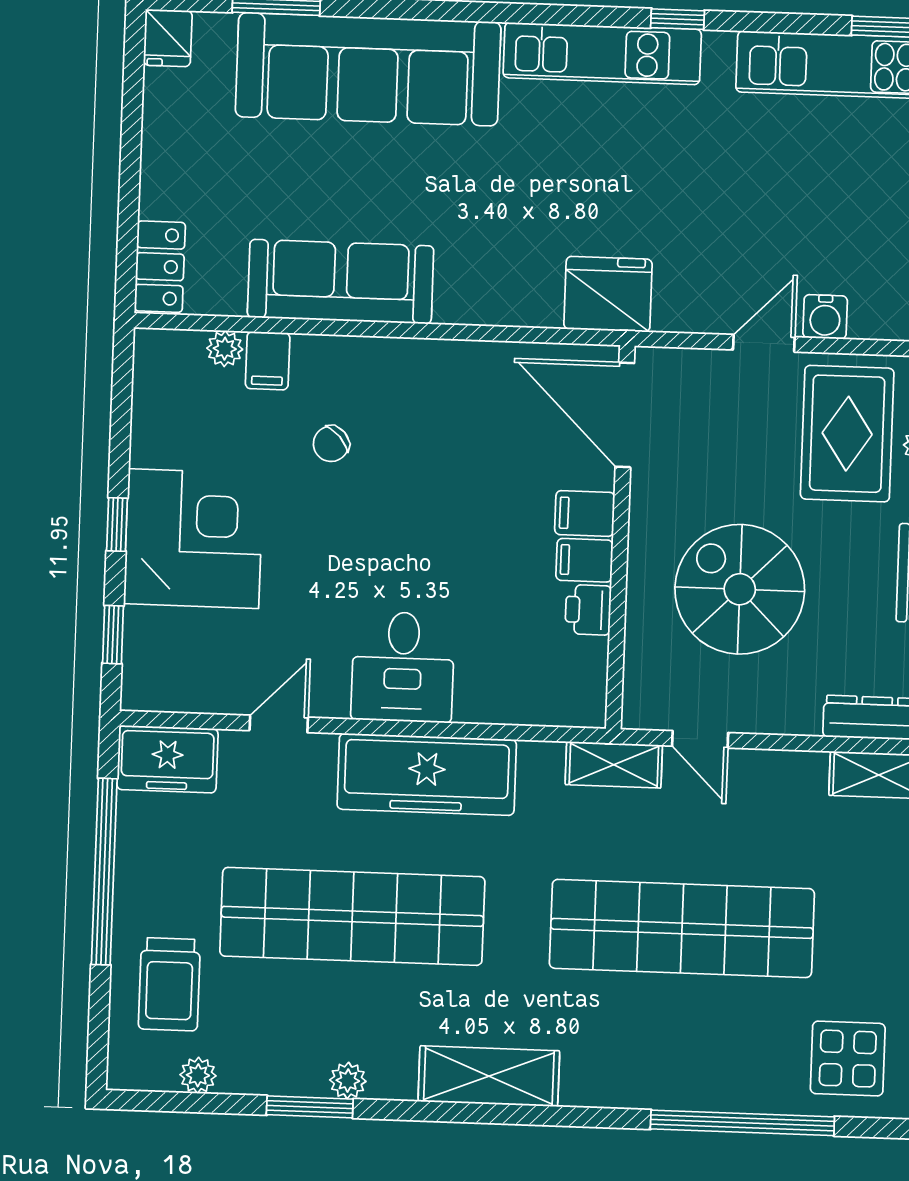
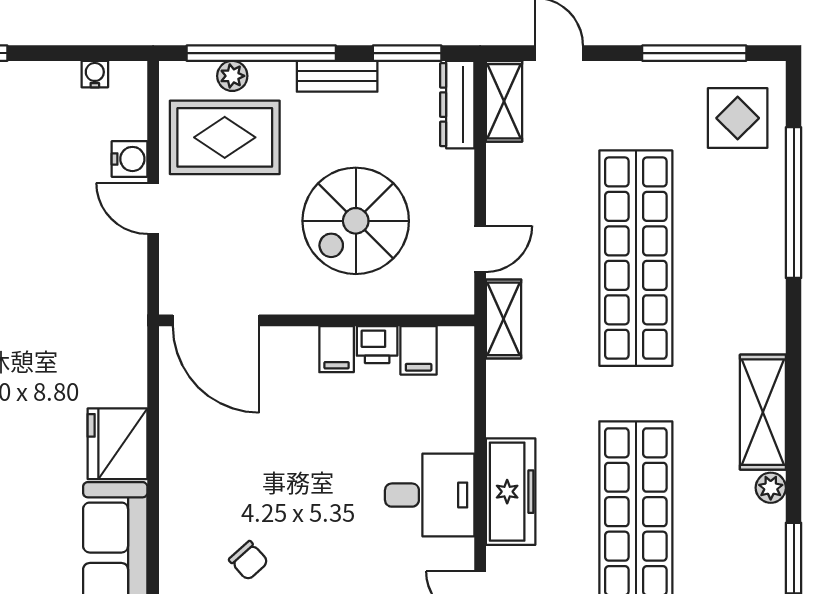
fridge: (608, 294) -> (117, 444), moved
door: (625, 415) -> (216, 320), hinge flipped
filing cabinet: (585, 513) -> (419, 350), moved
freezer: (427, 774) -> (511, 492), width x0.73, depth x0.79
plant: (348, 1081) -> (771, 488), moved

